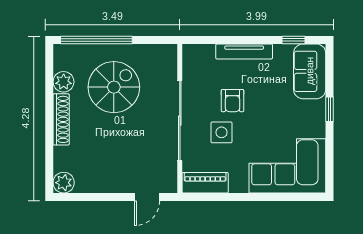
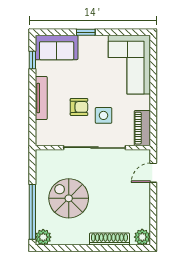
plant: (64, 82) -> (43, 237), moved
shoe rack: (61, 119) -> (109, 239), moved
door: (147, 197) -> (153, 173), swing flipped

